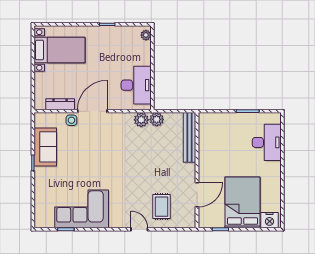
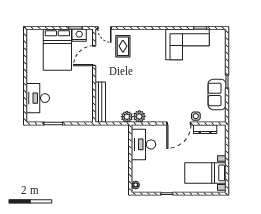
nightstand: (269, 220) -> (79, 35), moved
door: (139, 229) -> (104, 28), moved

